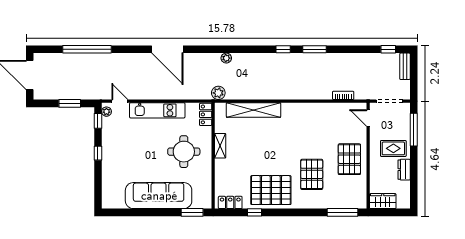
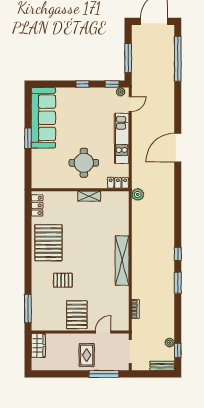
window: (87, 49) -> (178, 59), moved
plant: (226, 58) -> (170, 343), moved
window: (70, 103) -> (128, 58), width x1.44
shelving: (254, 110) -> (122, 261), moved
door: (368, 118) -> (103, 332), moved
pallet: (349, 159) -> (77, 315), turned 90
dresser: (404, 170) -> (67, 365), removed
pallet: (312, 174) -> (63, 280), width x0.67, depth x0.71
sofa: (159, 196) -> (43, 118), moved
window: (192, 212) -> (28, 138), moved
window: (255, 212) -> (28, 228), removed

